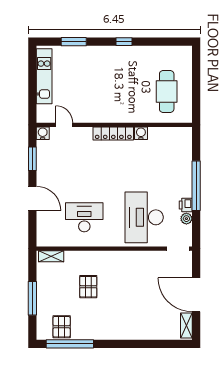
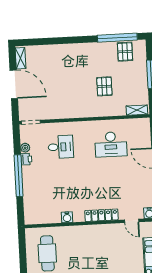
locker: (113, 134) -> (101, 215), moved
desk: (144, 217) -> (61, 147), width x0.53, depth x0.77

